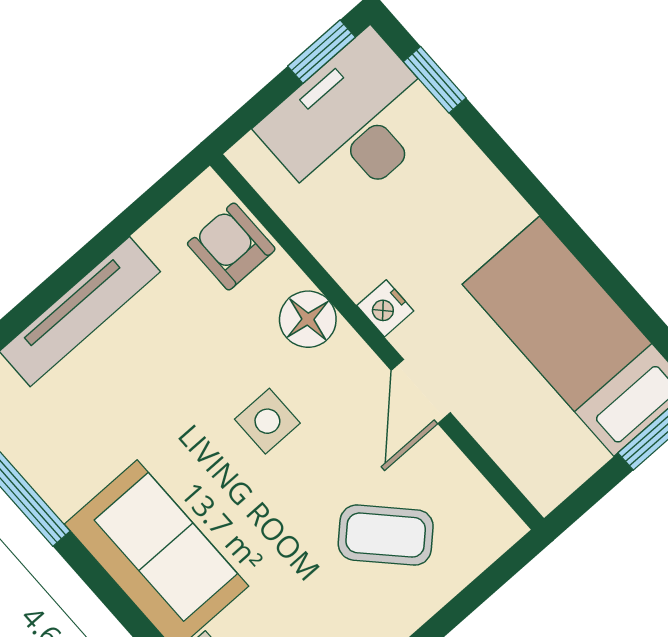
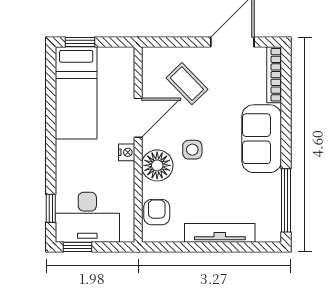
armchair: (231, 246) -> (157, 212), turned 180
floor lamp: (308, 319) -> (157, 165), width x1.38, depth x1.38
door: (421, 391) -> (138, 118), width x1.38

